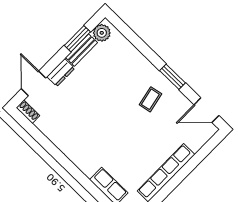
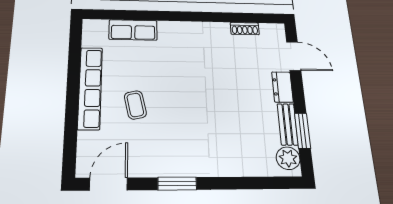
coffee table: (150, 99) -> (135, 105), moved
shoe rack: (28, 112) -> (245, 29), moved

